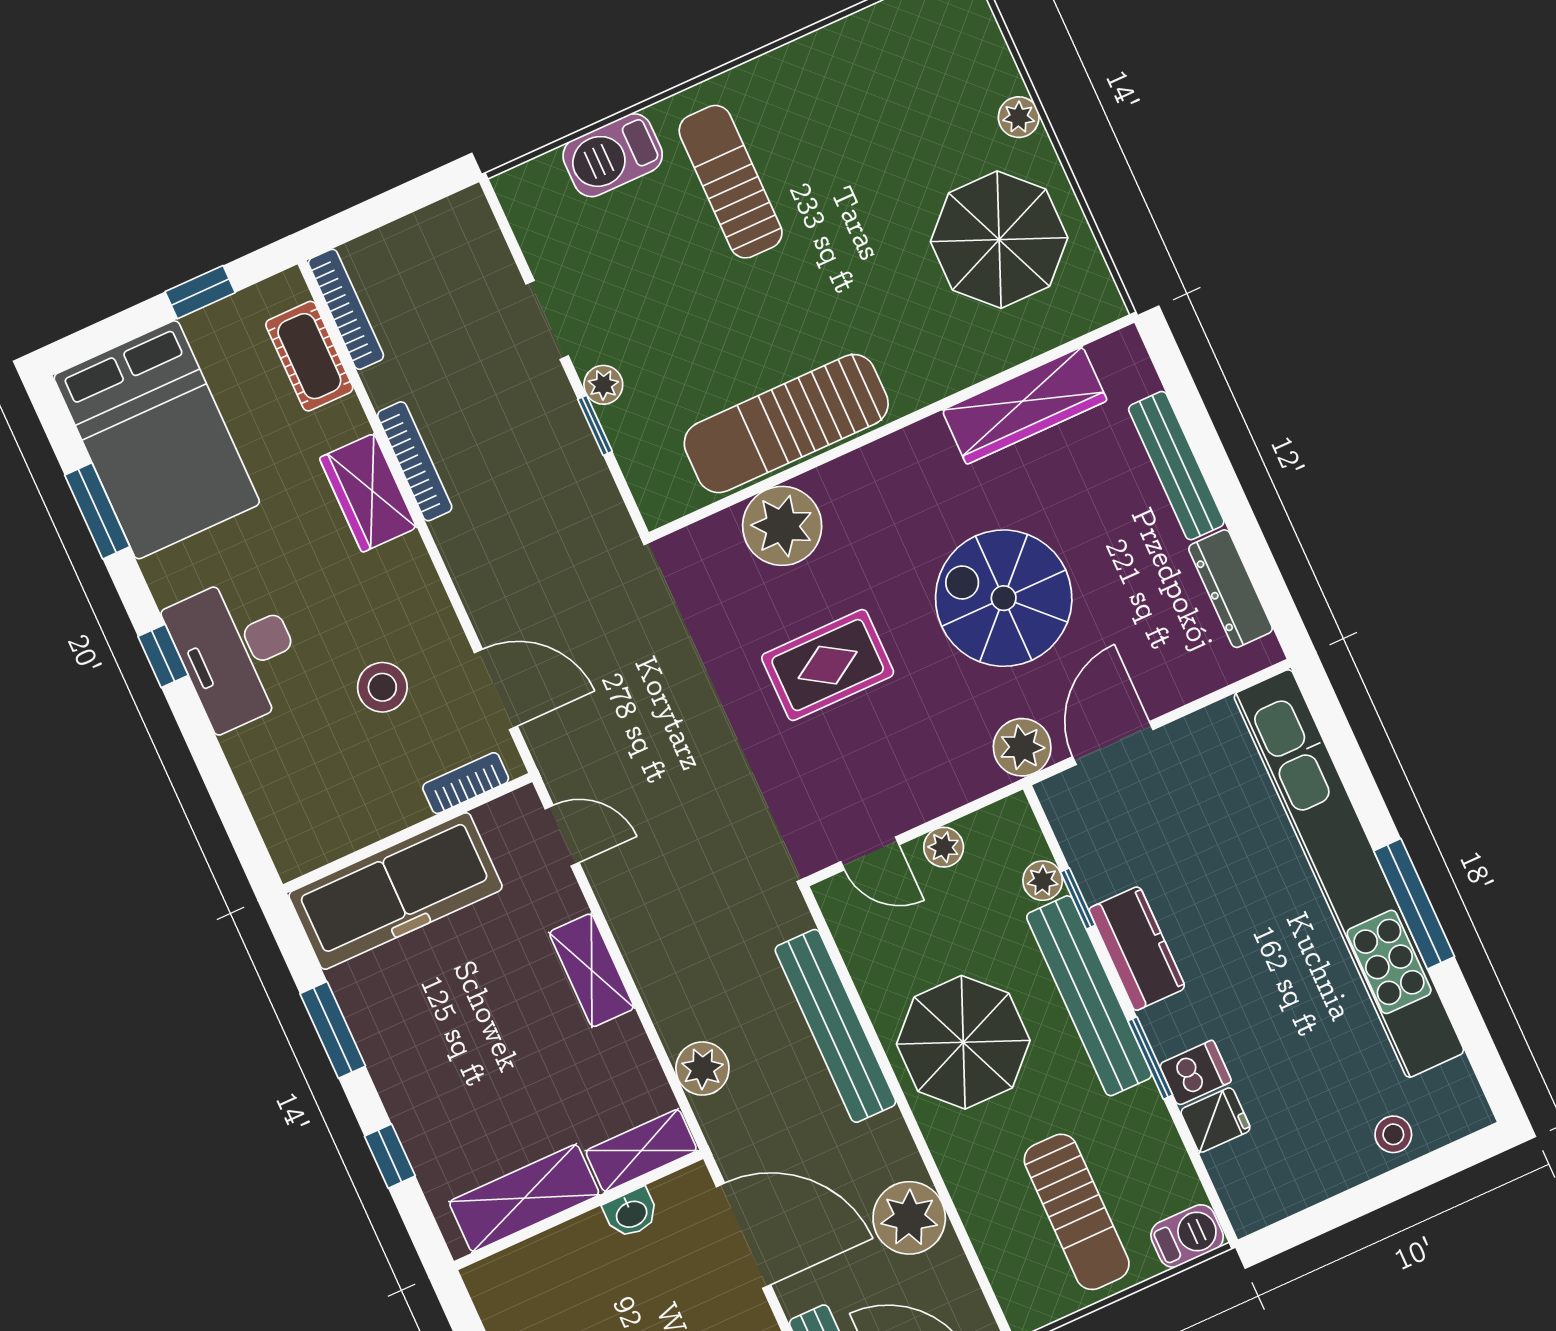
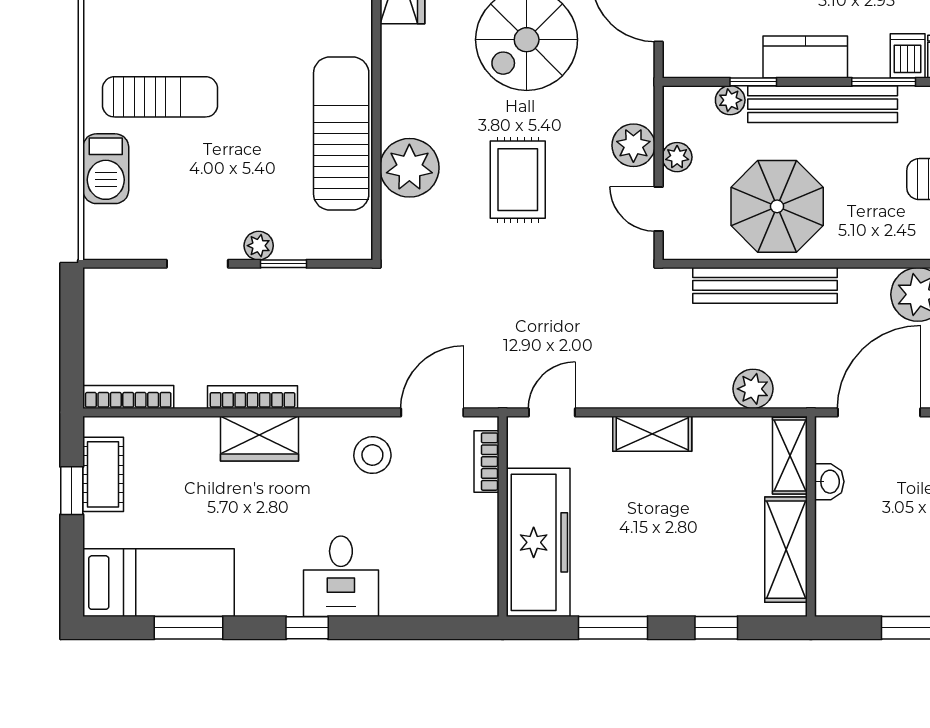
sun lounger: (731, 182) -> (160, 97), turned 180
cot: (309, 356) -> (103, 474), moved, turned 90
sun lounger: (786, 424) -> (341, 133), turned 180
bed: (157, 440) -> (159, 583), width x0.67
desk: (237, 652) -> (341, 576), width x0.73
stool: (382, 687) -> (372, 455), moved
plant: (1022, 747) -> (633, 145), moved
door: (870, 853) -> (659, 209), swing flipped
parasol: (963, 1042) -> (777, 206), moved

